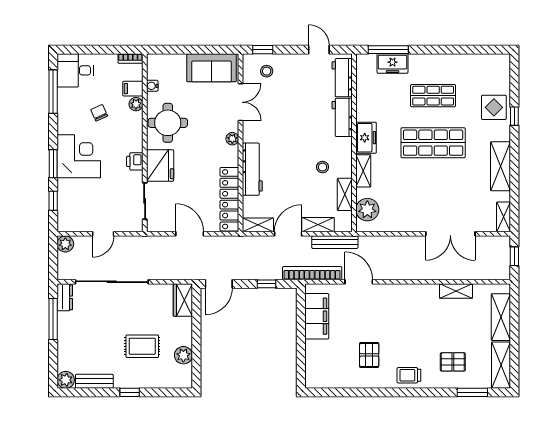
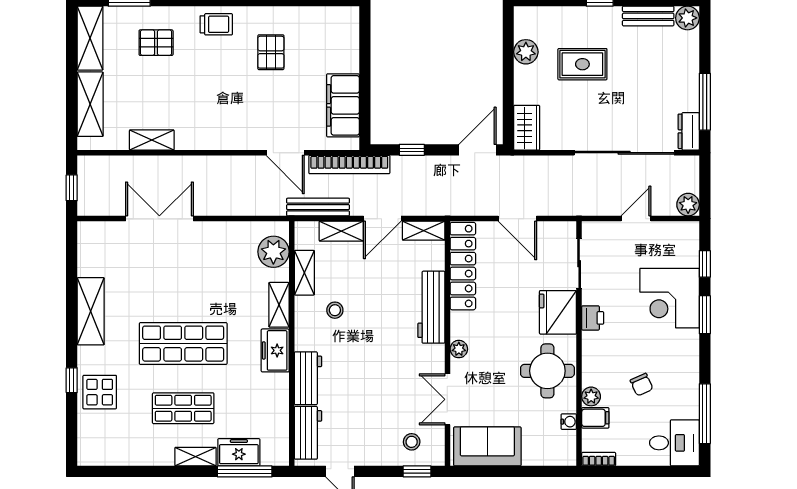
corner desk: (79, 156) -> (670, 298), moved
shelving: (504, 217) -> (196, 457), moved, turned 90

